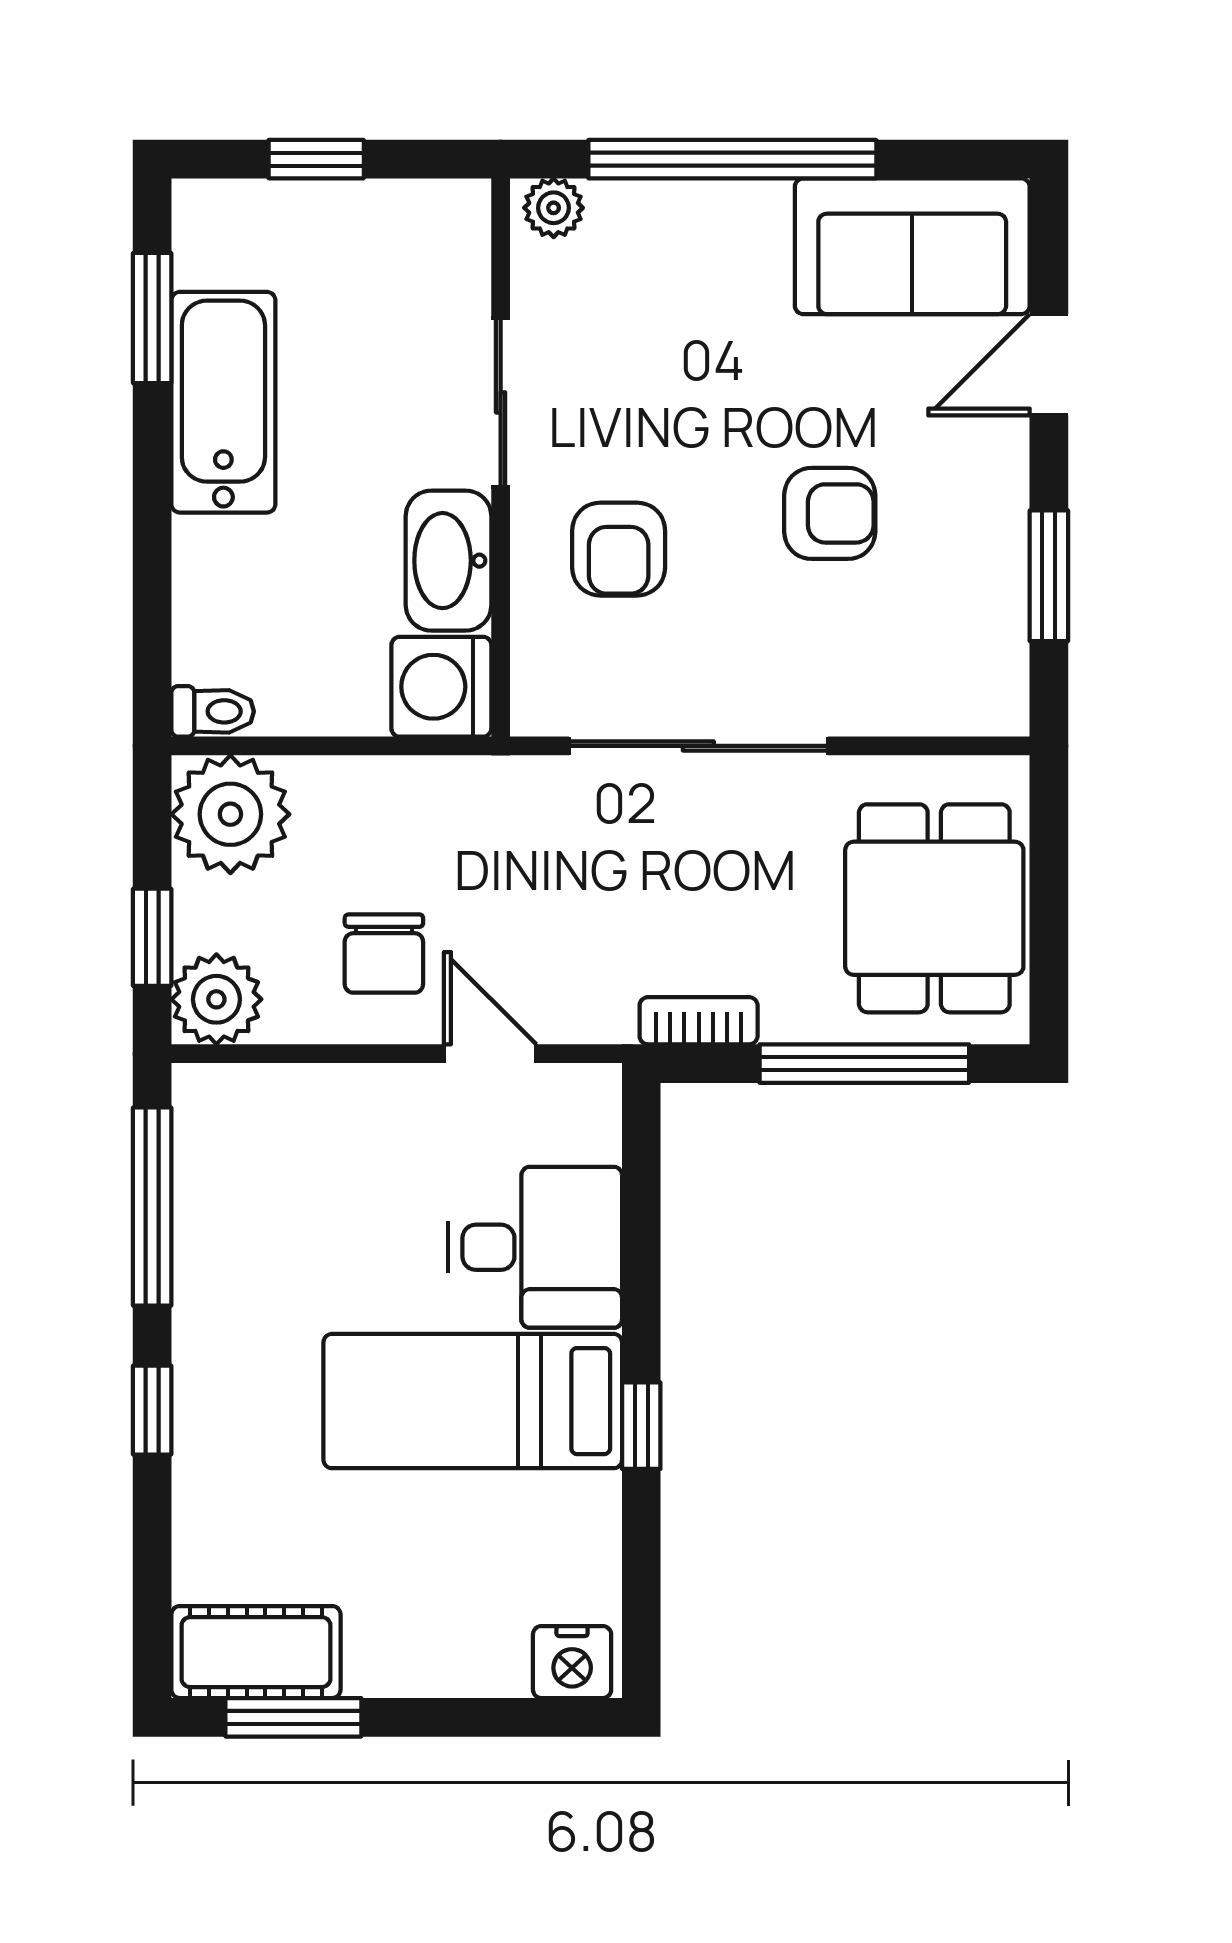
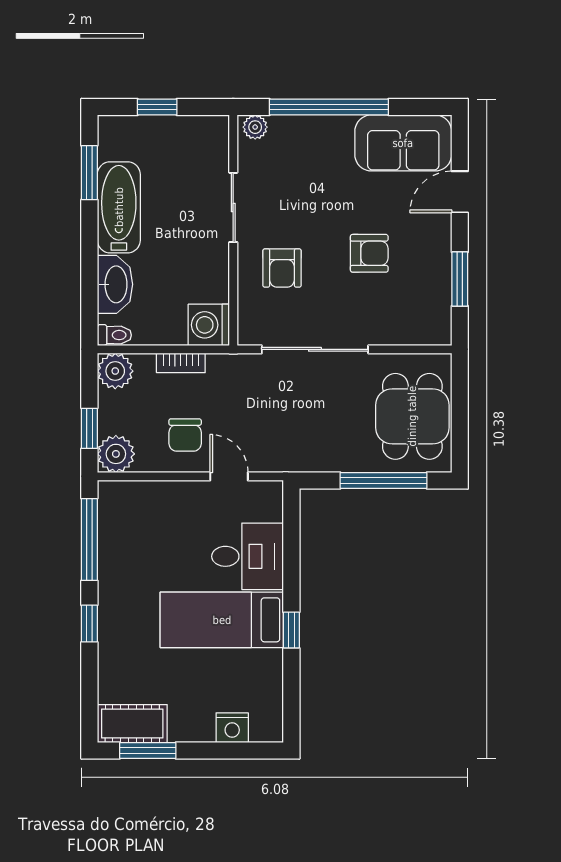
washbasin: (449, 561) -> (115, 284), moved, turned 180
plant: (230, 814) -> (115, 371), width x0.73, depth x0.73
bookcase: (699, 1021) -> (181, 363), moved, turned 180
nightstand: (572, 1662) -> (232, 728), moved

